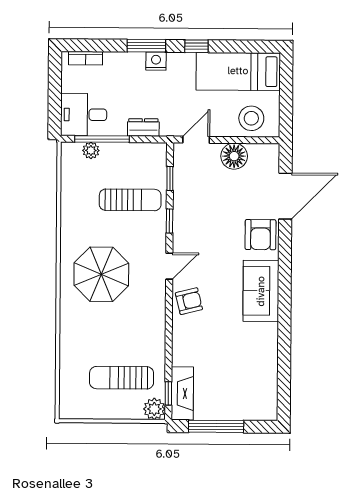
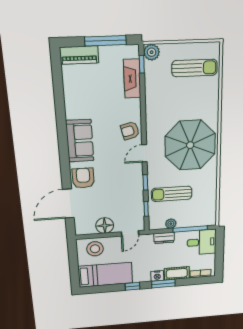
cot: (124, 63) -> (177, 273), added
plant: (91, 150) -> (171, 224), moved
parasol: (101, 274) -> (190, 145), width x1.36, depth x1.36
sun lounger: (122, 378) -> (195, 68), moved
fireplace: (182, 393) -> (132, 79), moved
piano: (253, 409) -> (79, 55), added

